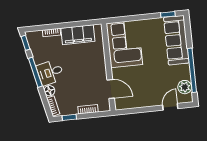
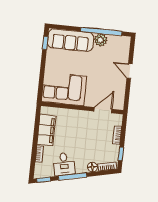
desk: (50, 72) -> (64, 164), moved
plant: (185, 87) -> (101, 40), moved
door: (170, 107) -> (130, 71), moved

